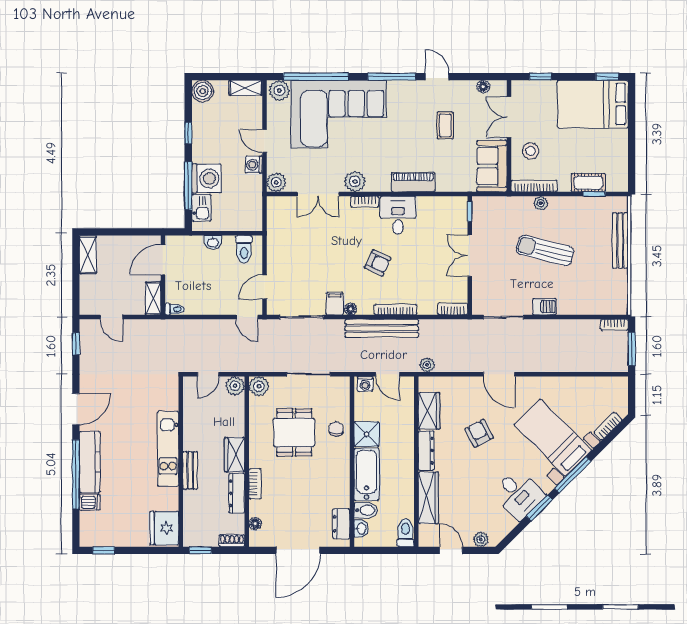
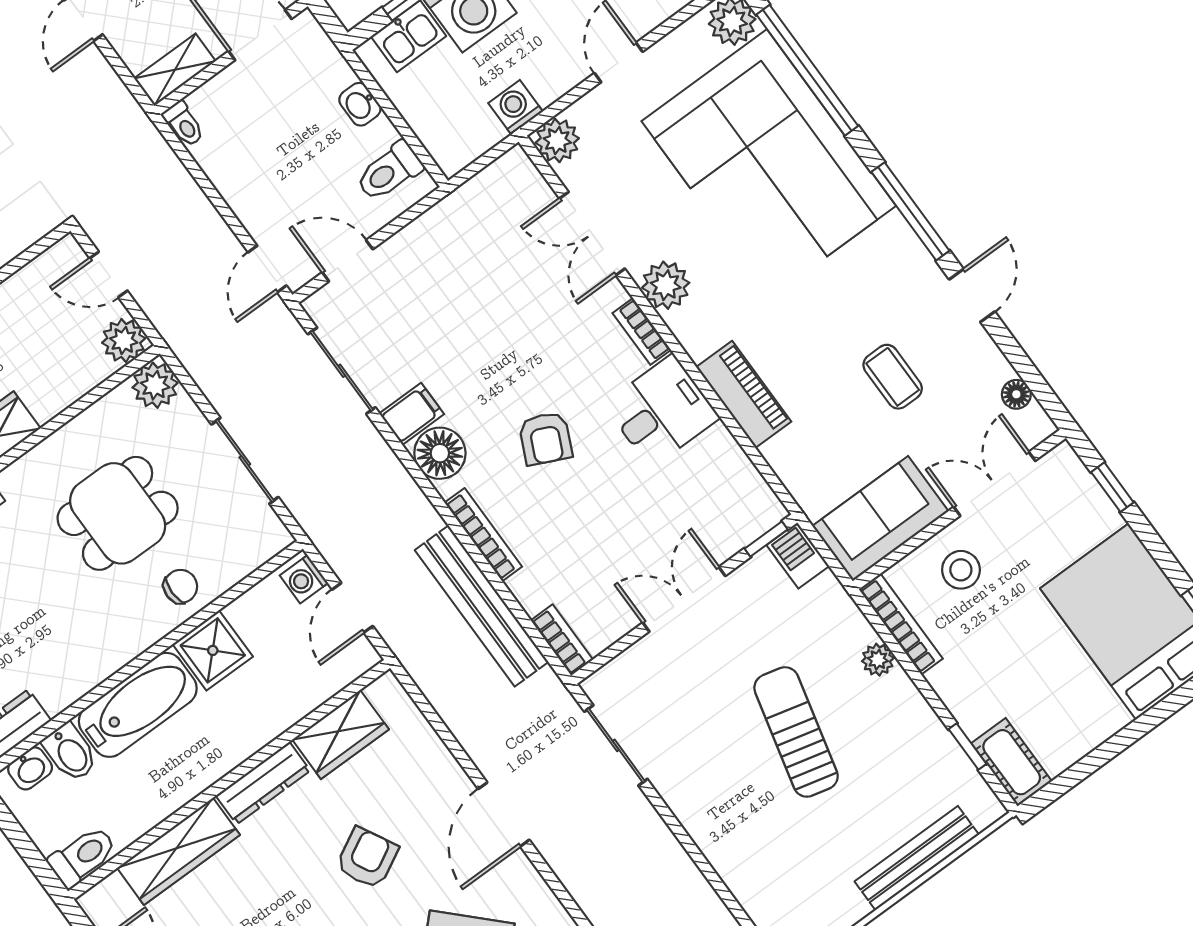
coffee table: (445, 125) -> (893, 377), turned 90
washing machine: (254, 165) -> (516, 107), moved
cot: (588, 183) -> (1012, 762), moved
barbecue: (545, 307) -> (798, 556), moved, turned 180
floor lamp: (351, 309) -> (440, 453), width x1.89, depth x1.89
bench: (382, 328) -> (482, 606), moved
plant: (427, 365) -> (423, 668), removed

